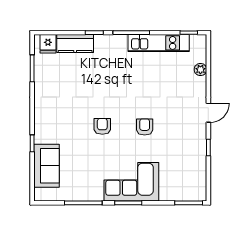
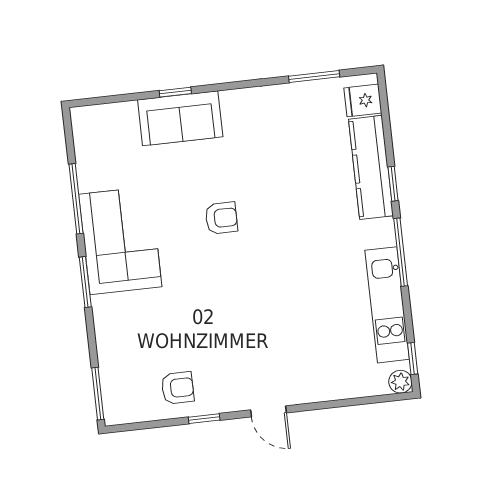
kitchen counter: (75, 43) -> (371, 167), width x1.50
plant: (200, 70) -> (400, 382), moved
armchair: (145, 127) -> (178, 388), moved
sofa: (47, 166) -> (180, 118), moved
corner sofa: (131, 182) -> (120, 240), moved

